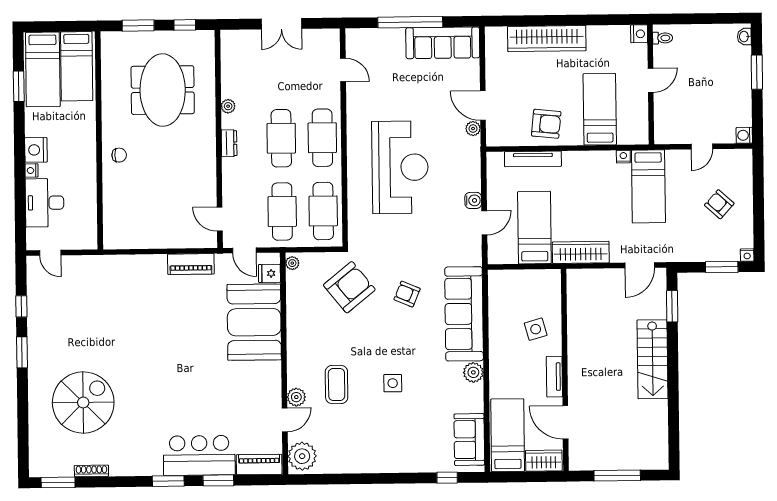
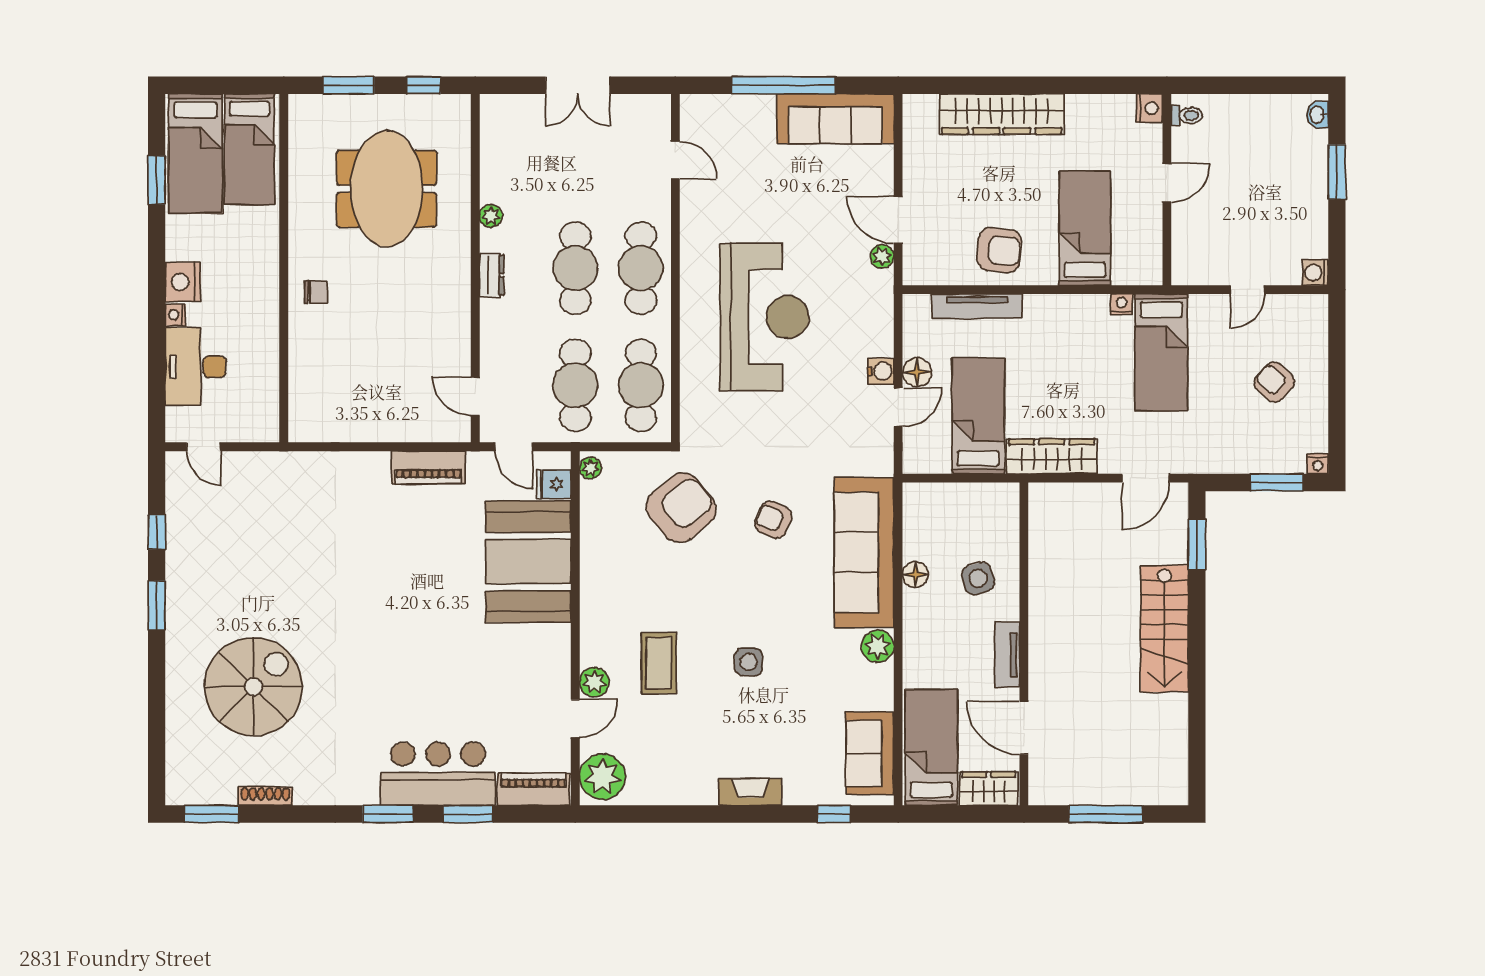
floor lamp: (496, 201) -> (917, 372), added
floor lamp: (496, 327) -> (915, 574), added
fireplace: (395, 465) -> (751, 792), added

